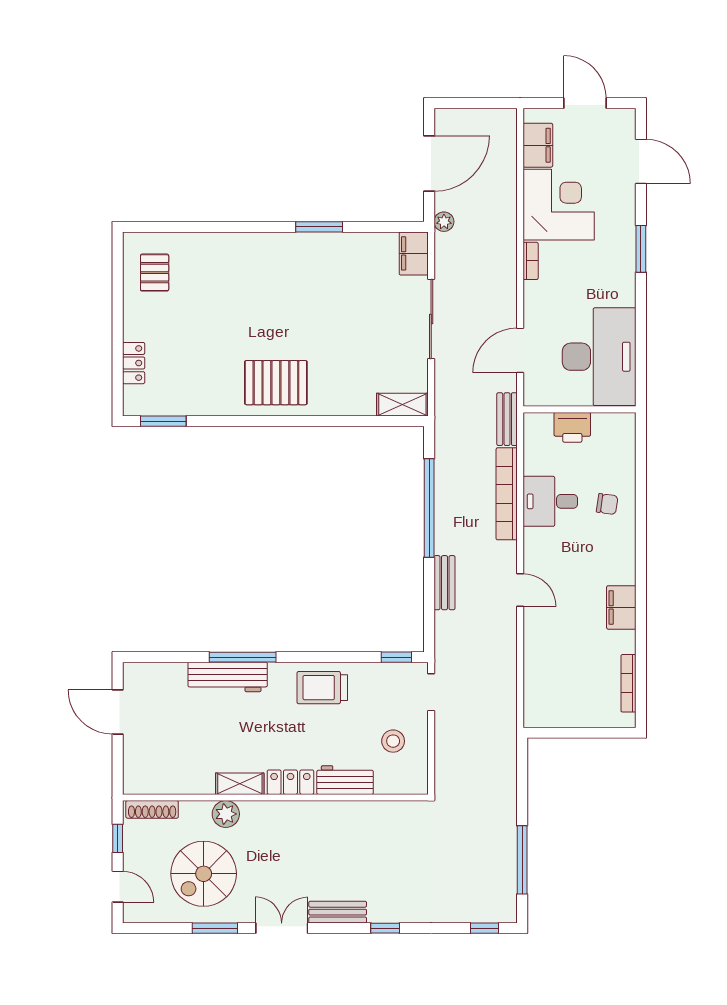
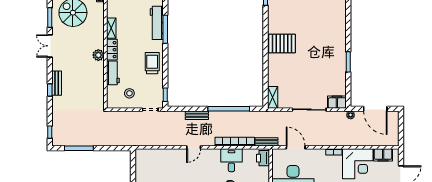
pallet: (276, 383) -> (282, 43), turned 90
printer: (572, 427) -> (263, 158), moved
plant: (226, 814) -> (98, 55), moved
bench: (338, 912) -> (57, 83), moved
double door: (282, 928) -> (50, 46), swing flipped

